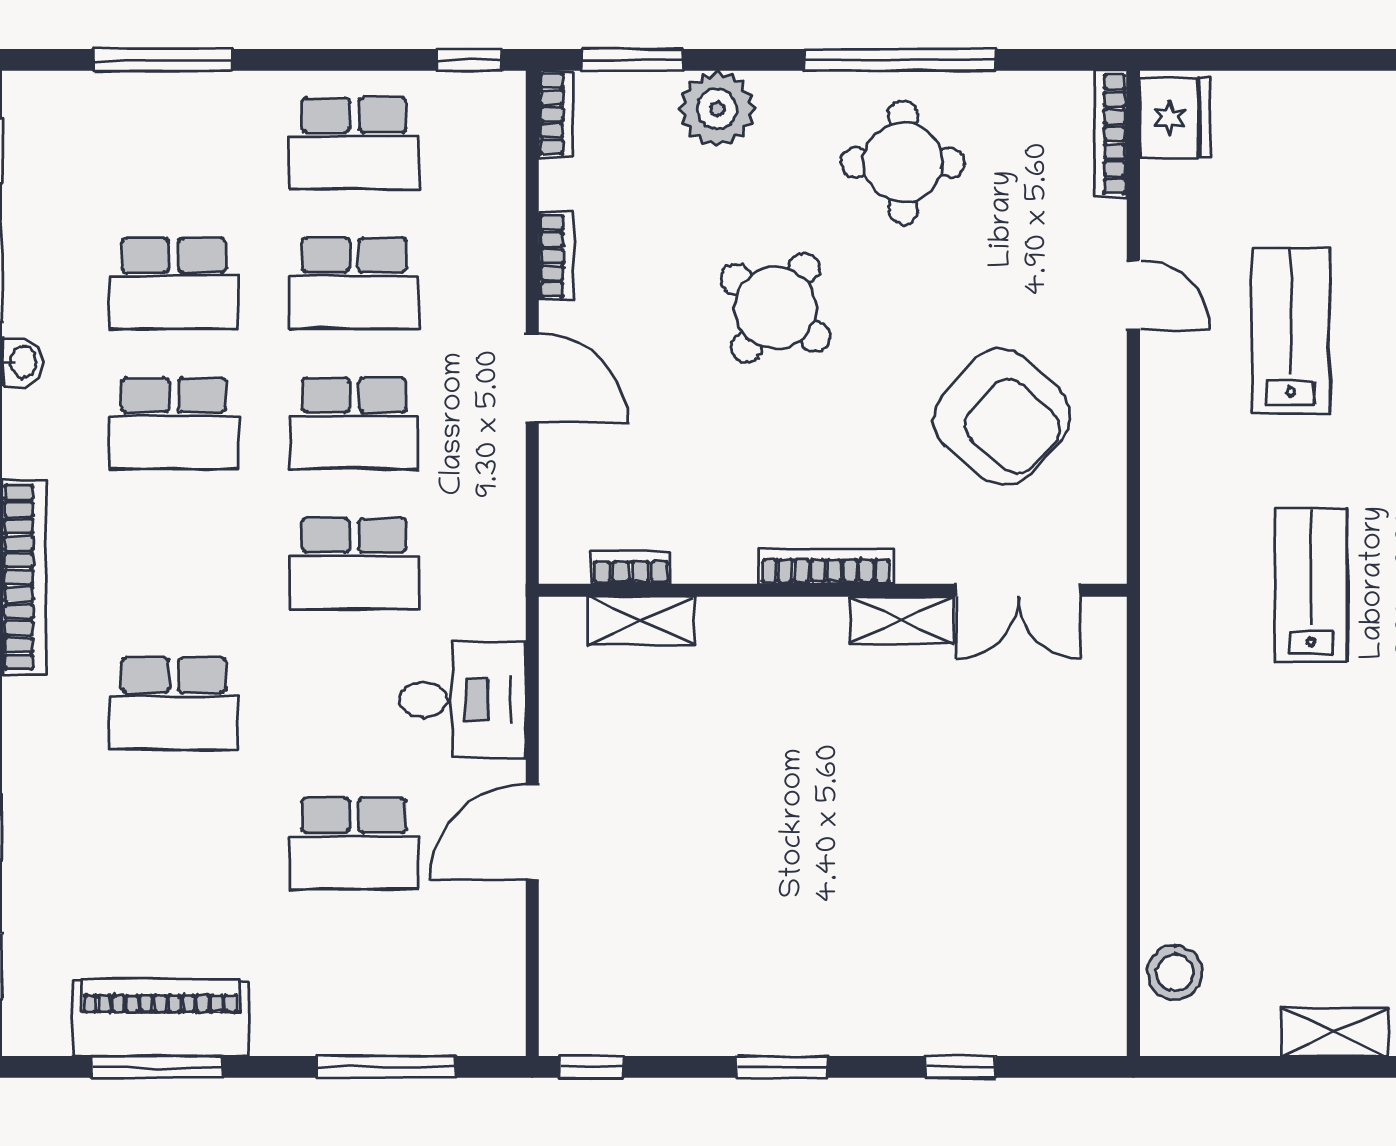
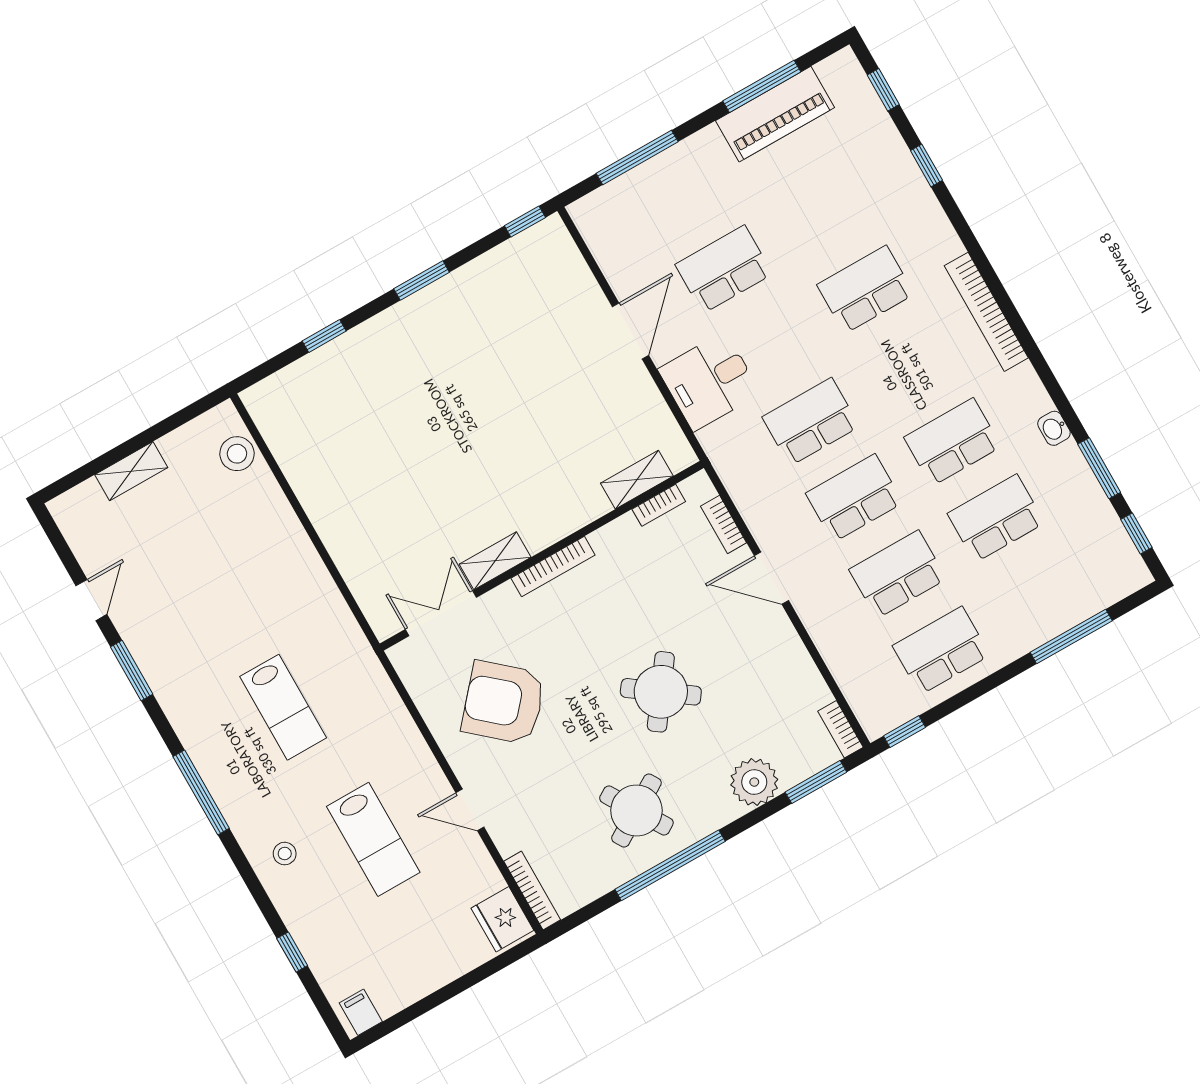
round table: (903, 162) -> (636, 811), turned -32
bookcase: (556, 256) -> (724, 525), moved

